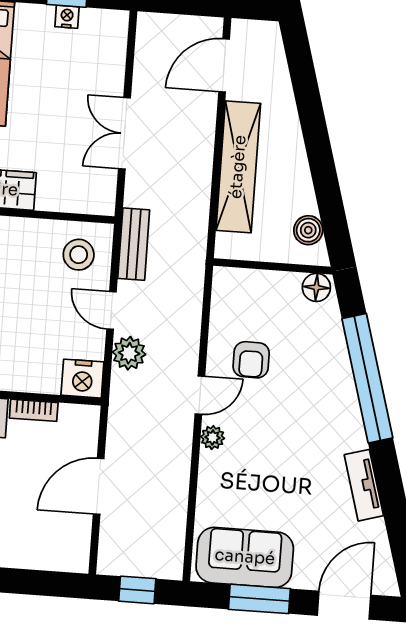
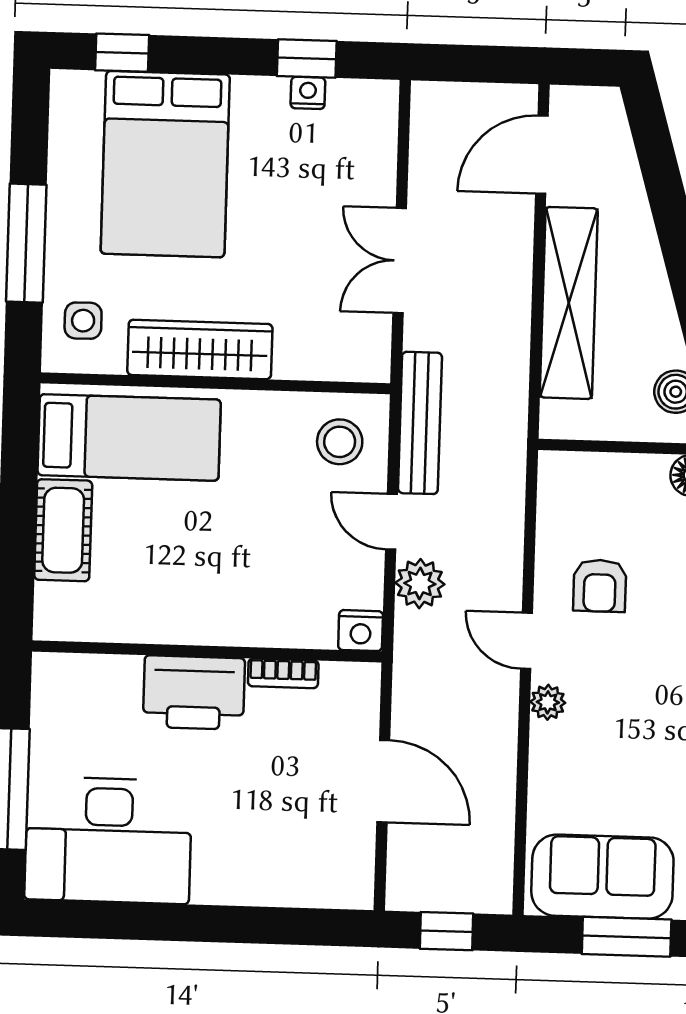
bench: (134, 244) -> (420, 423), width x1.36
nightstand: (82, 379) -> (361, 631), width x0.74, depth x0.75
door: (200, 395) -> (527, 641), swing flipped
door: (99, 486) -> (383, 781), swing flipped

